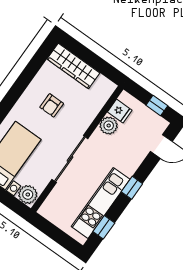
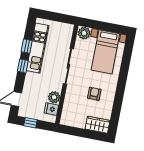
wardrobe: (73, 66) -> (98, 125), width x0.67
window: (104, 227) -> (27, 46), moved

